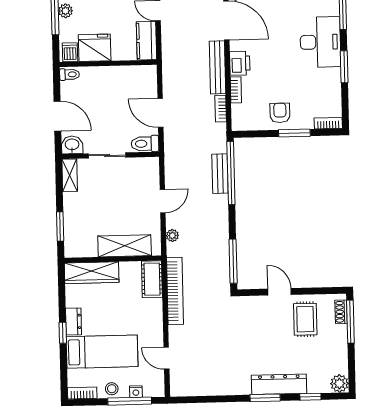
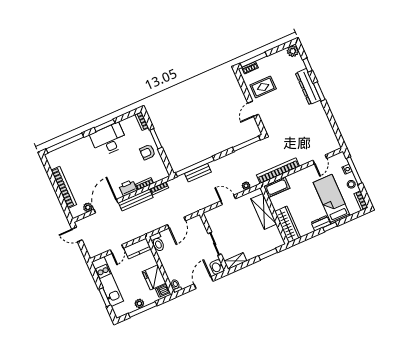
desk: (320, 42) -> (109, 140), moved
toilet: (145, 144) -> (157, 242), moved

